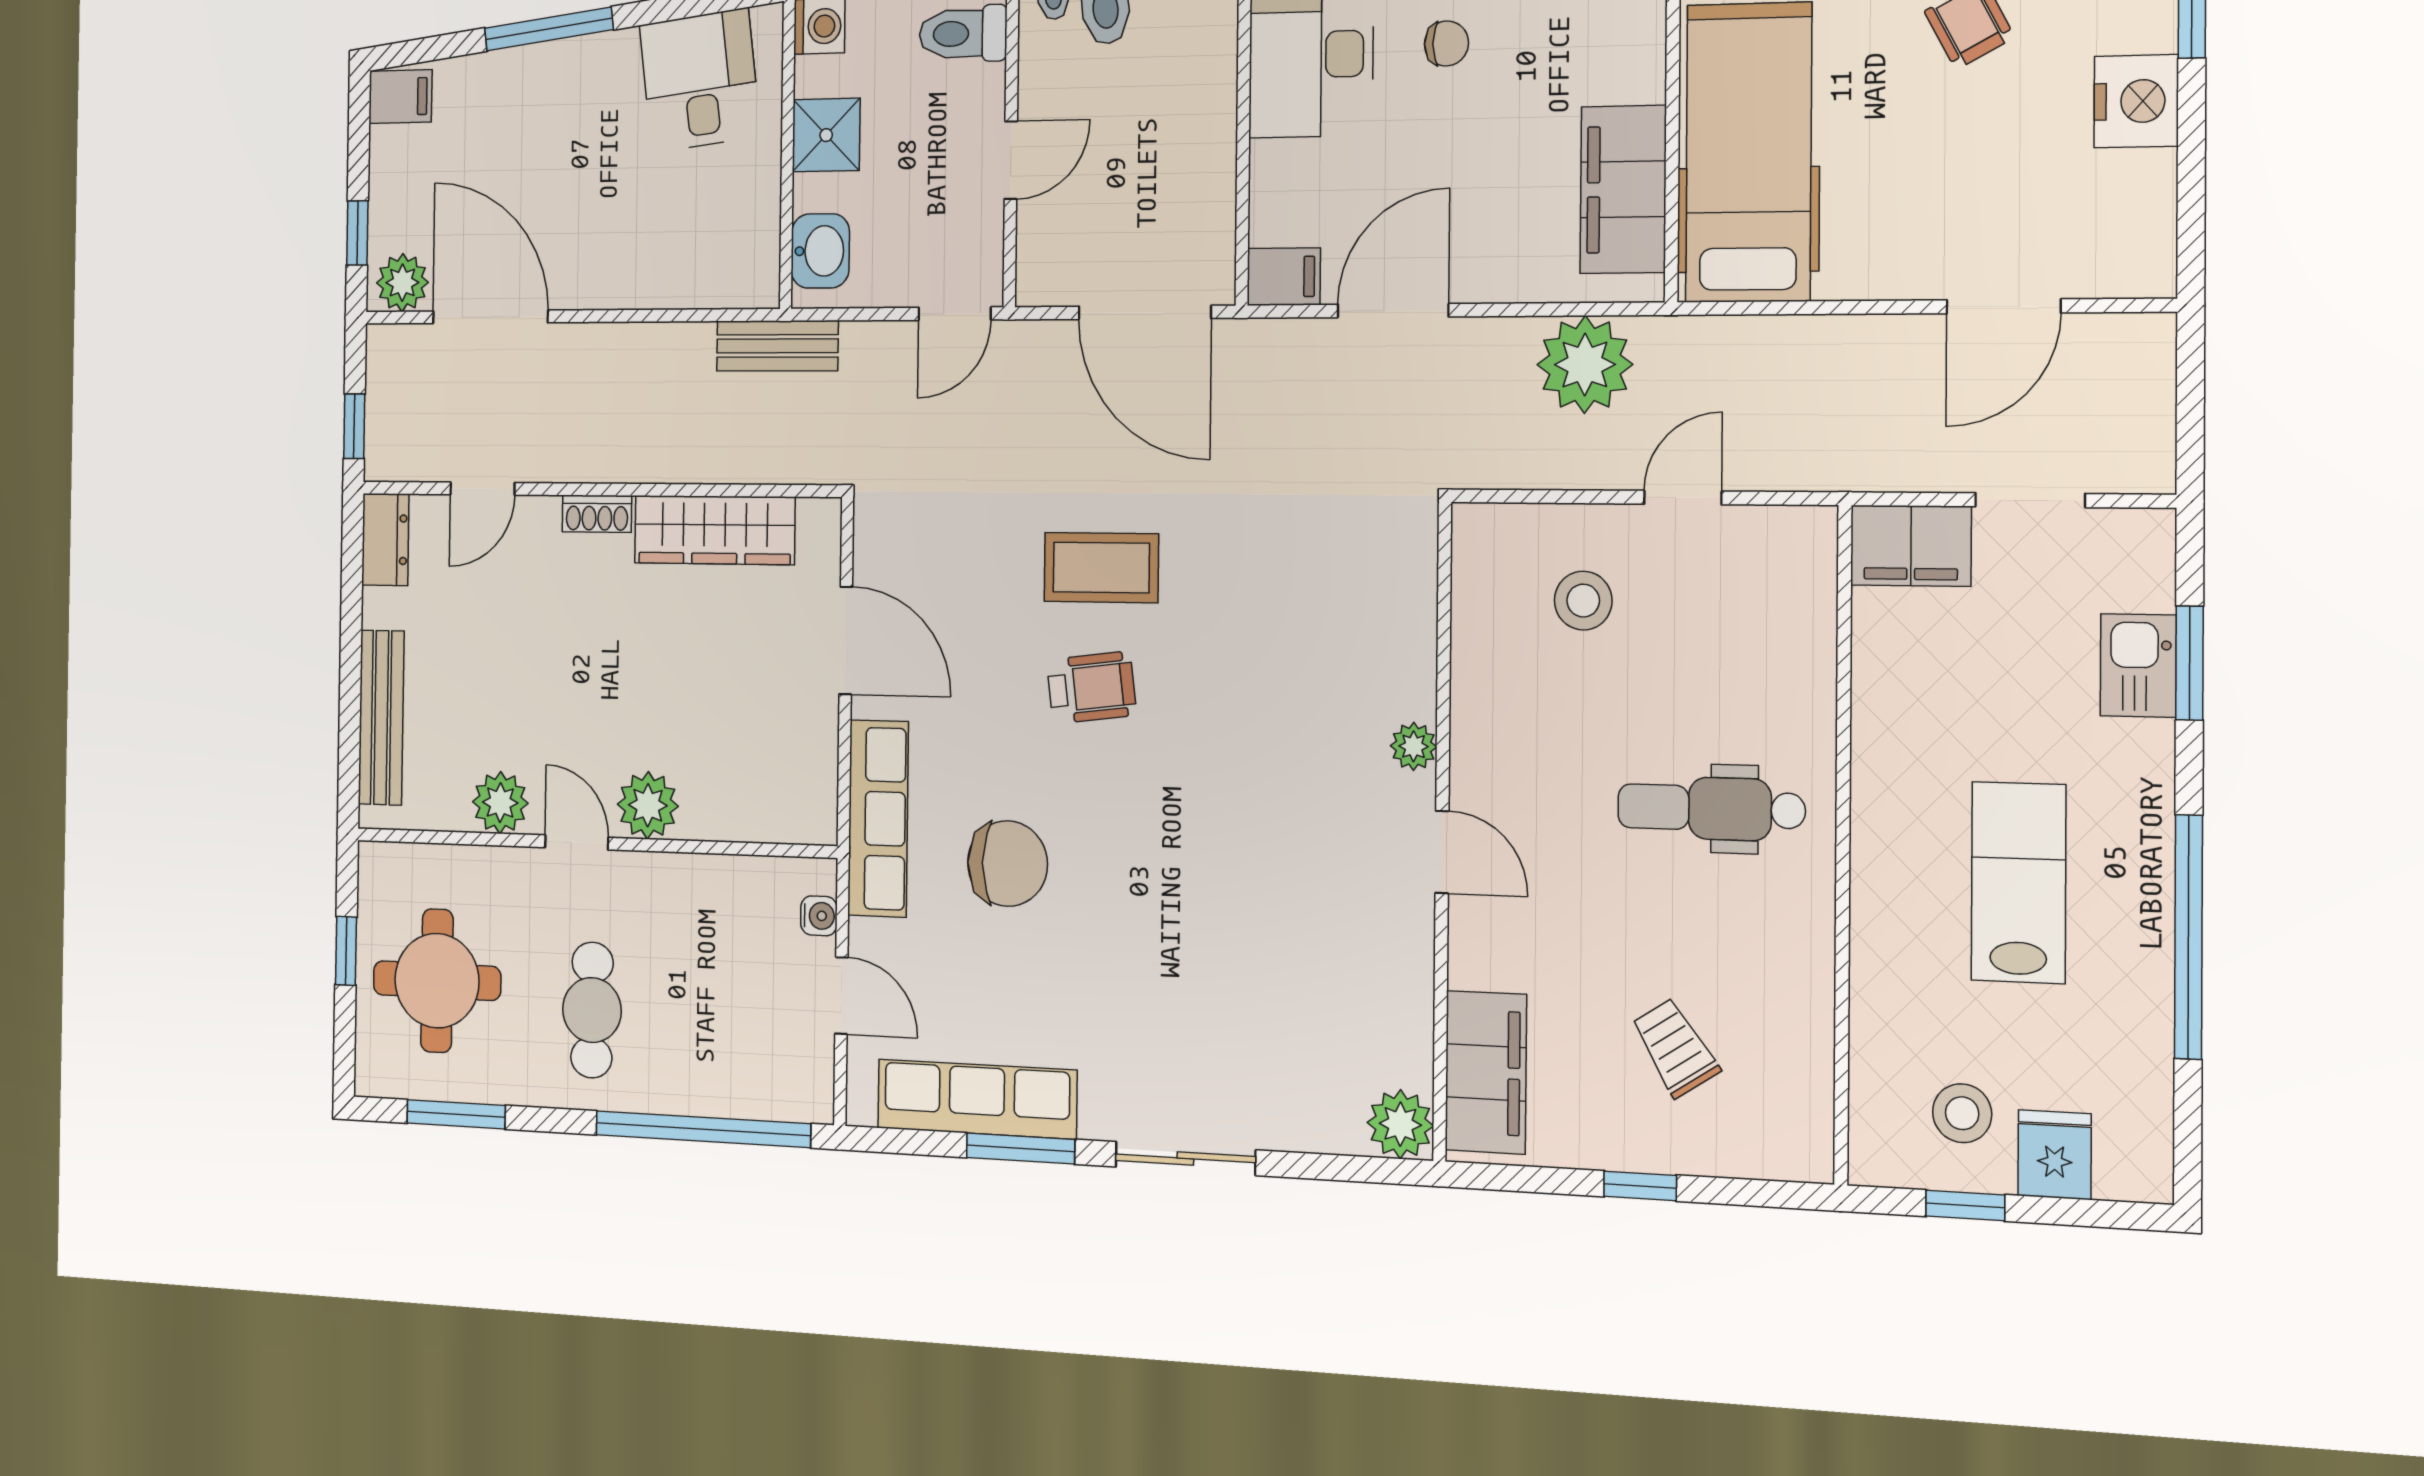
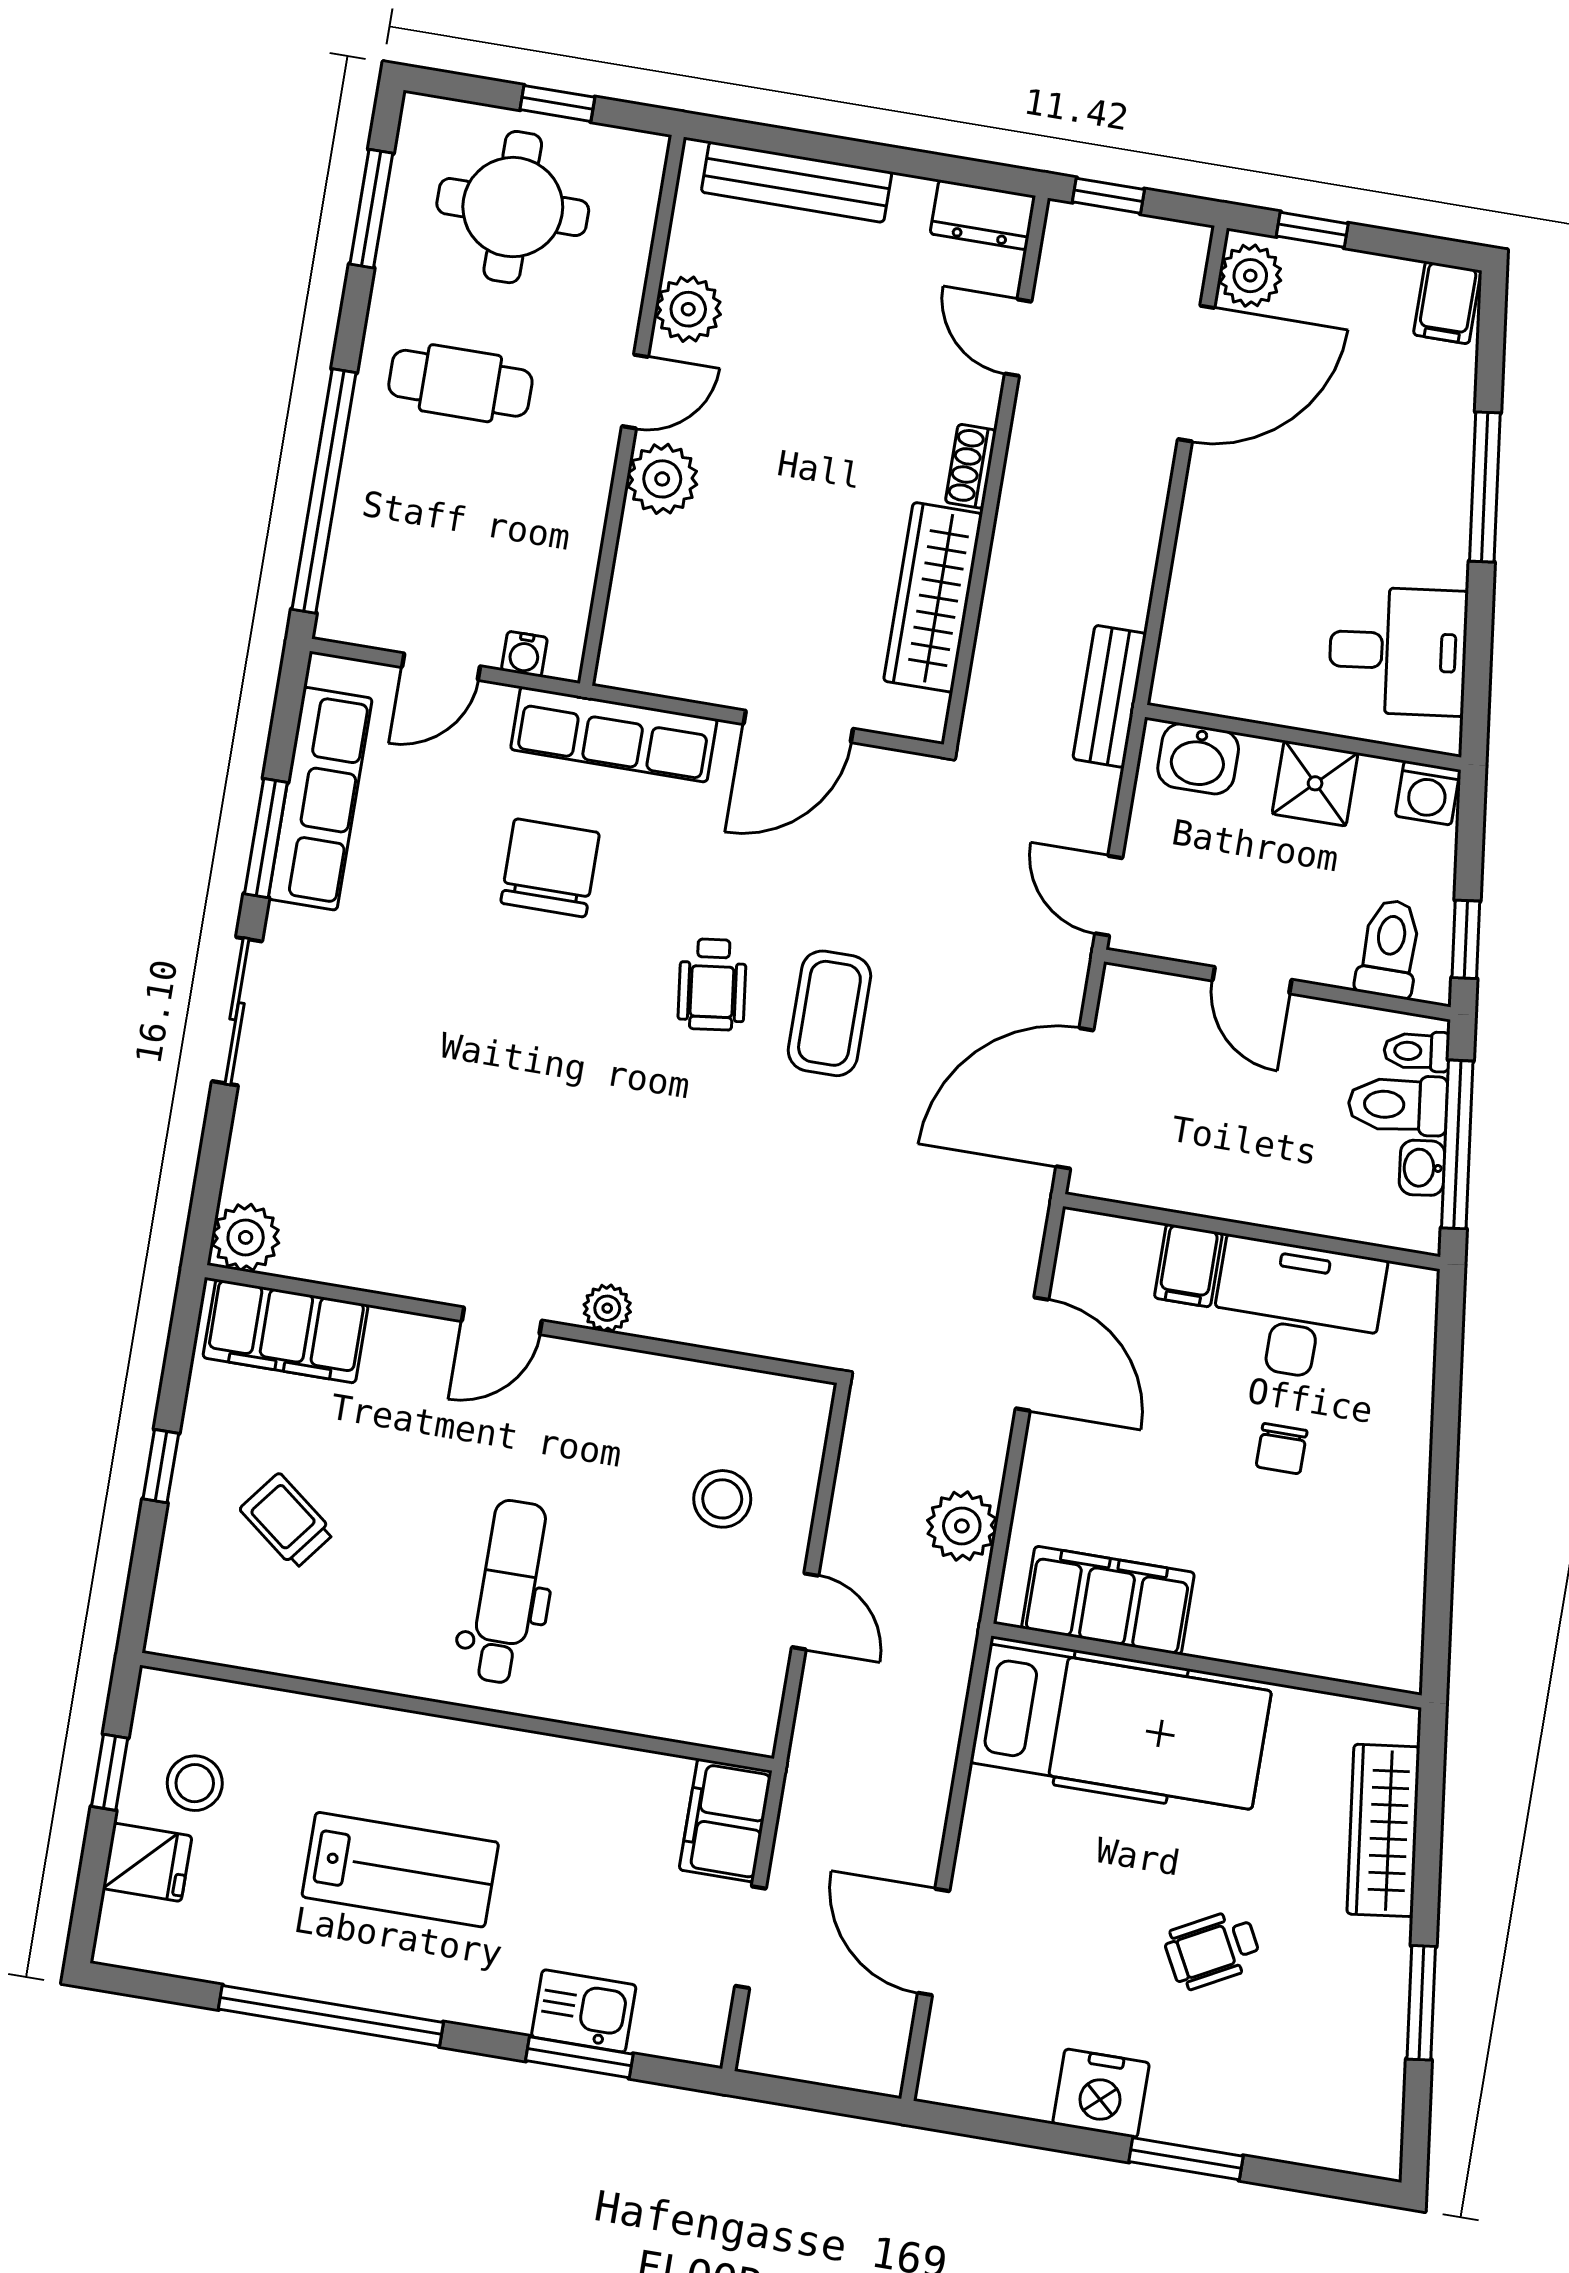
filing cabinet: (1284, 277) -> (1188, 1265), moved
plant: (1585, 365) -> (962, 1526), width x0.73, depth x0.73
chair: (1008, 864) -> (550, 868), turned 180
trolley: (1675, 1048) -> (287, 1521), turned -109

